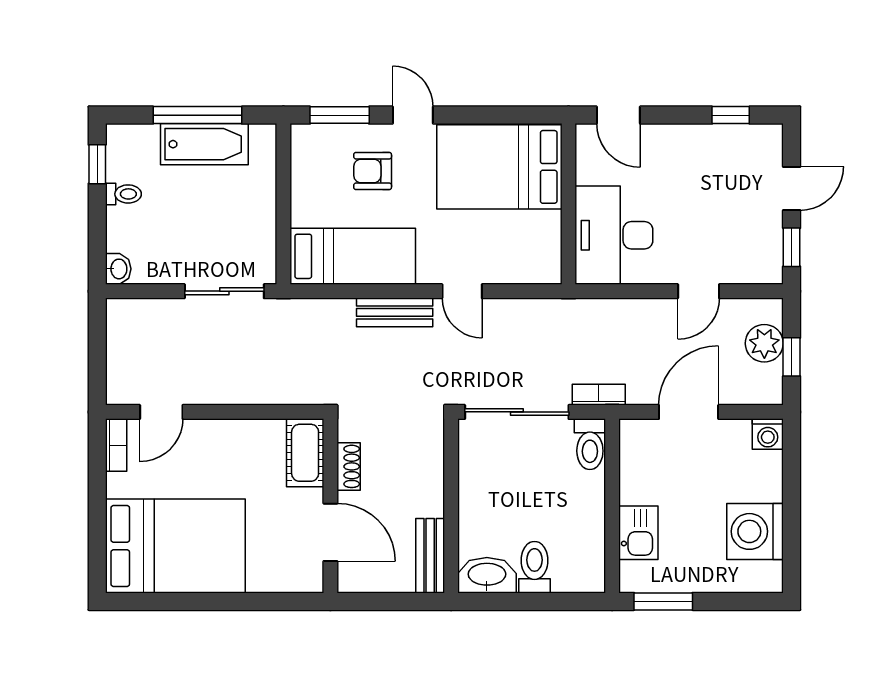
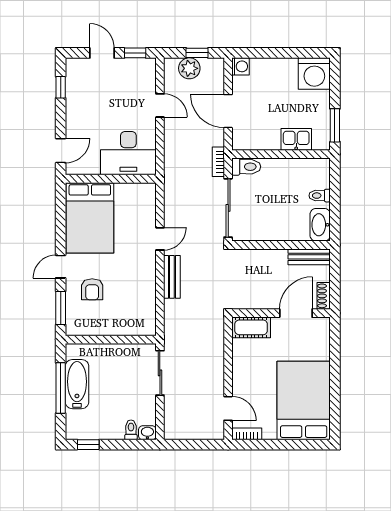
toilet: (123, 194) -> (131, 430), moved
bed: (353, 256) -> (140, 300), removed
shoe rack: (349, 466) -> (324, 296), moved, turned -90
washing machine: (755, 531) -> (314, 74), moved
toilet: (534, 567) -> (320, 196), width x0.73, depth x0.72

